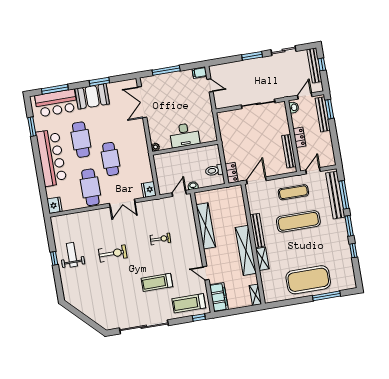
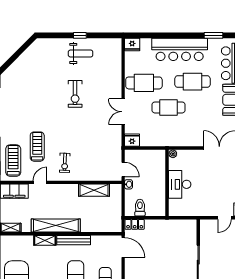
shelving: (206, 226) -> (94, 190), width x0.68
exercise bike: (160, 239) -> (65, 163), moved
treadmill: (157, 282) -> (37, 147), moved

